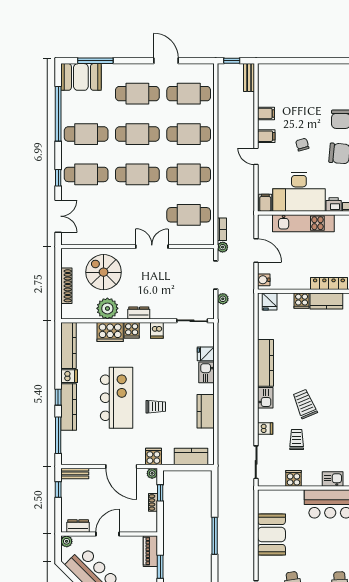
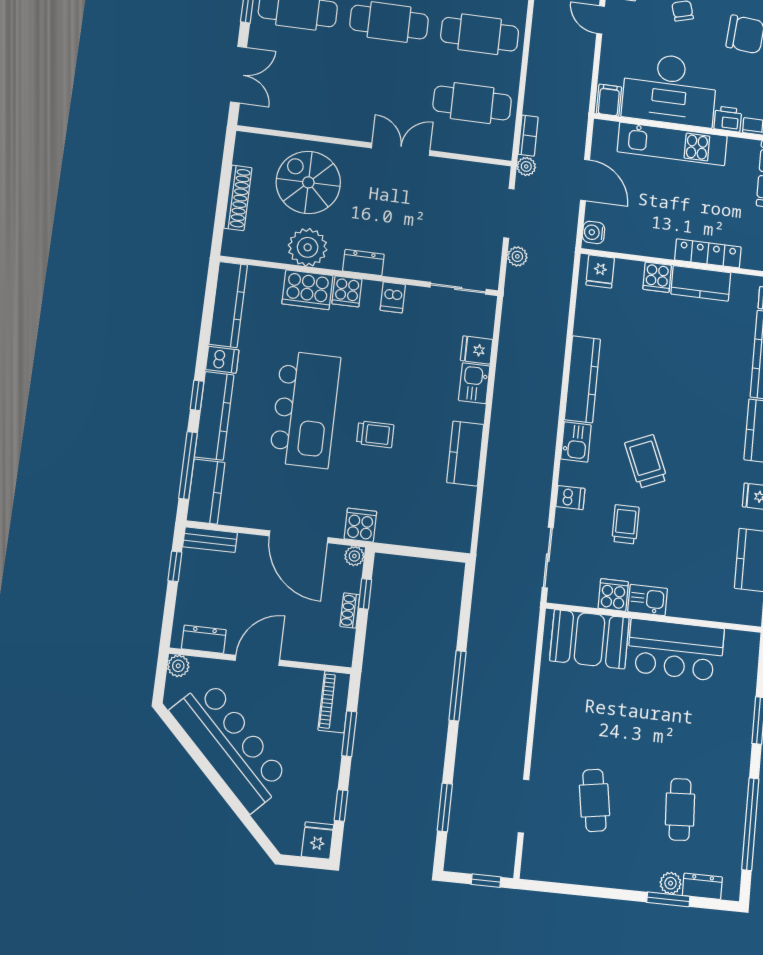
kitchen counter: (191, 457) -> (206, 492), moved, turned 90
kitchen sink: (333, 479) -> (648, 600), moved
booth: (271, 535) -> (589, 639), moved, turned 90

